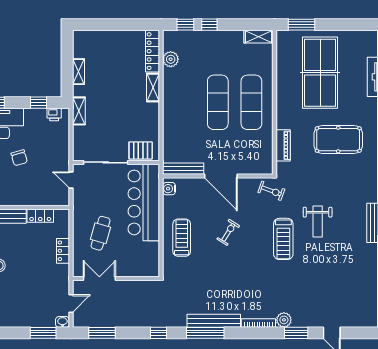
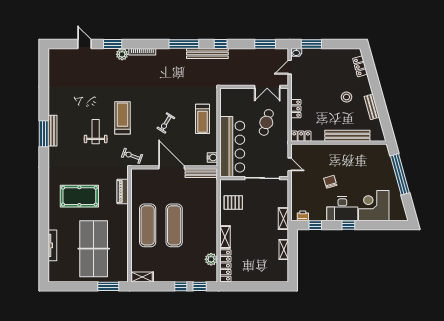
pallet: (141, 151) -> (233, 203), moved
locker: (40, 216) -> (301, 136), moved
bench: (214, 321) -> (207, 54), moved

